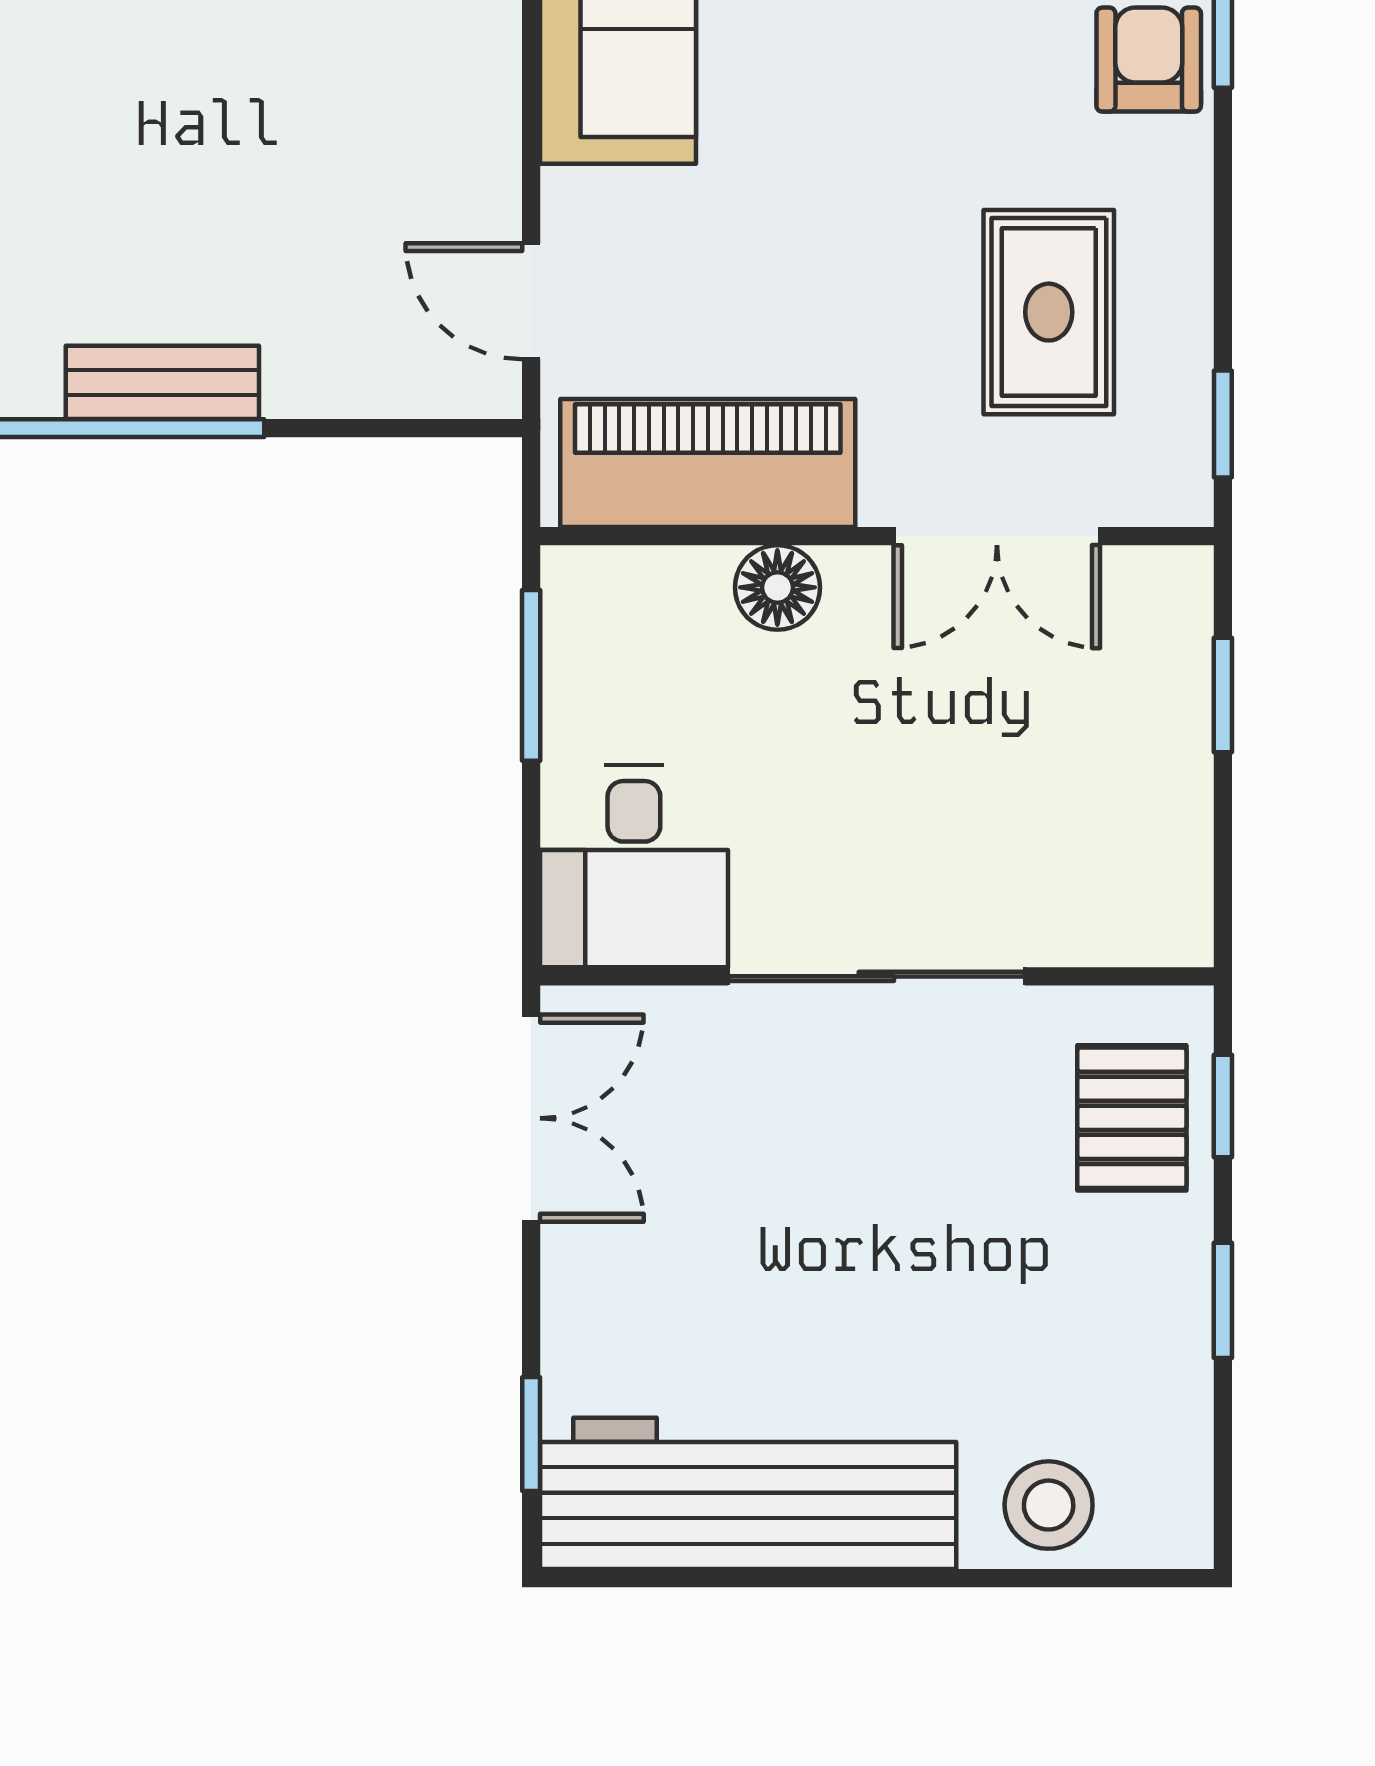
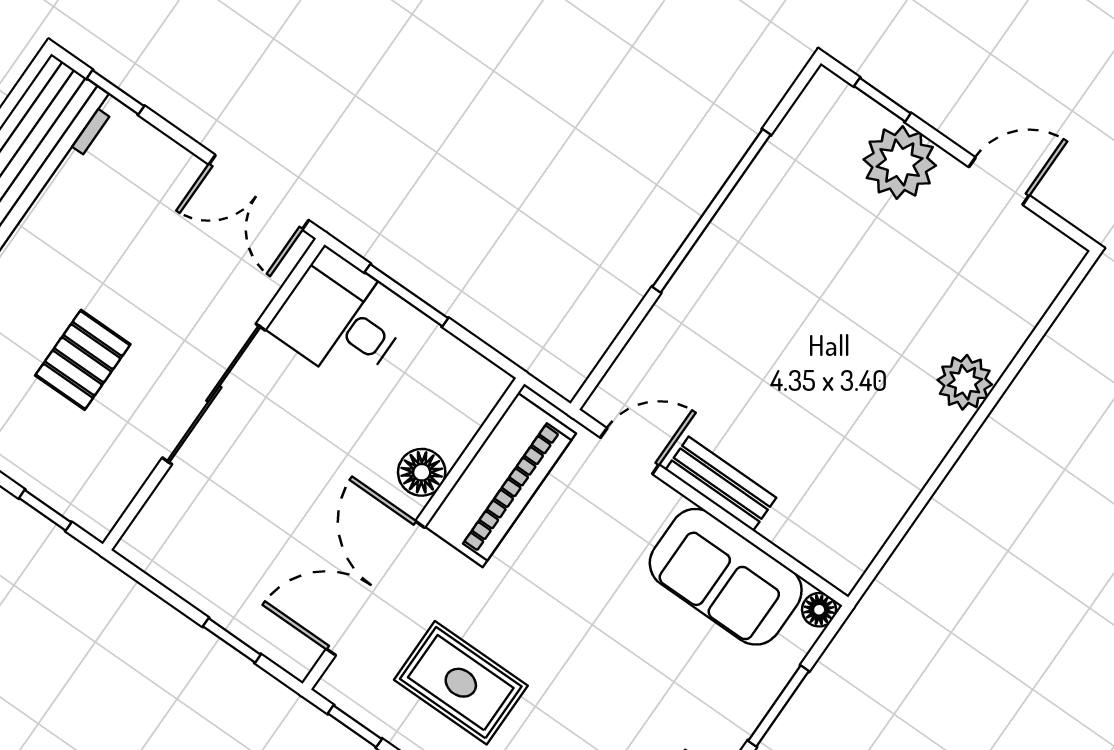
bench: (162, 382) -> (721, 484), moved, turned 90
double door: (997, 536) -> (376, 588), width x1.37
window: (531, 675) -> (406, 295), moved
pallet: (1132, 1118) -> (83, 360), moved, turned 90

